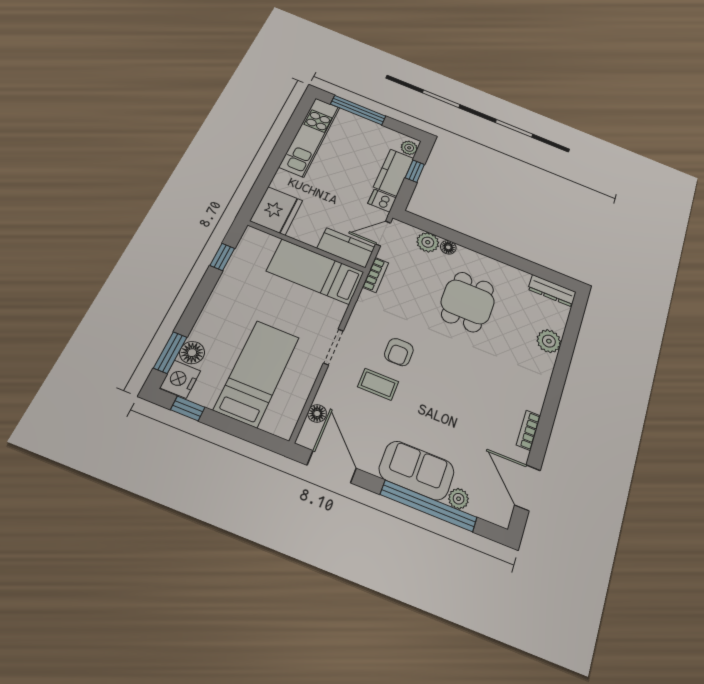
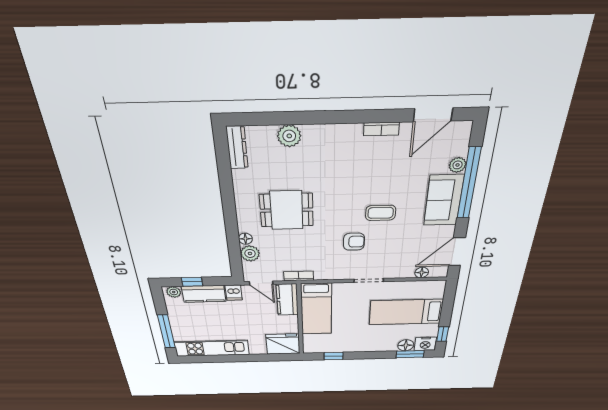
coffee table: (378, 384) -> (381, 213), moved, turned 90

